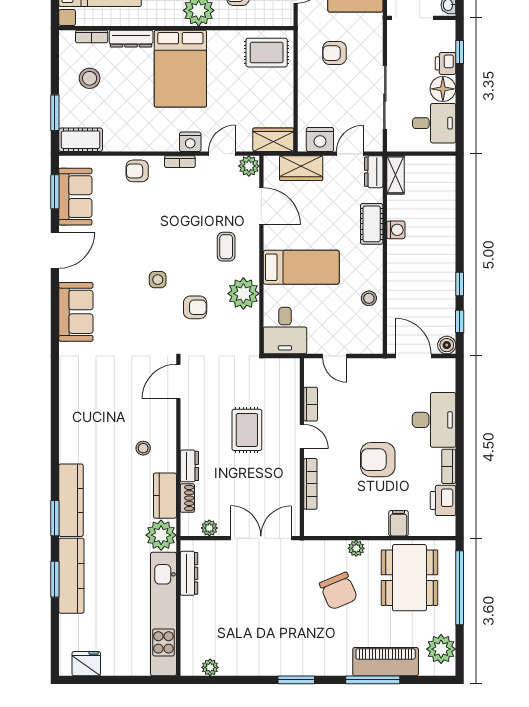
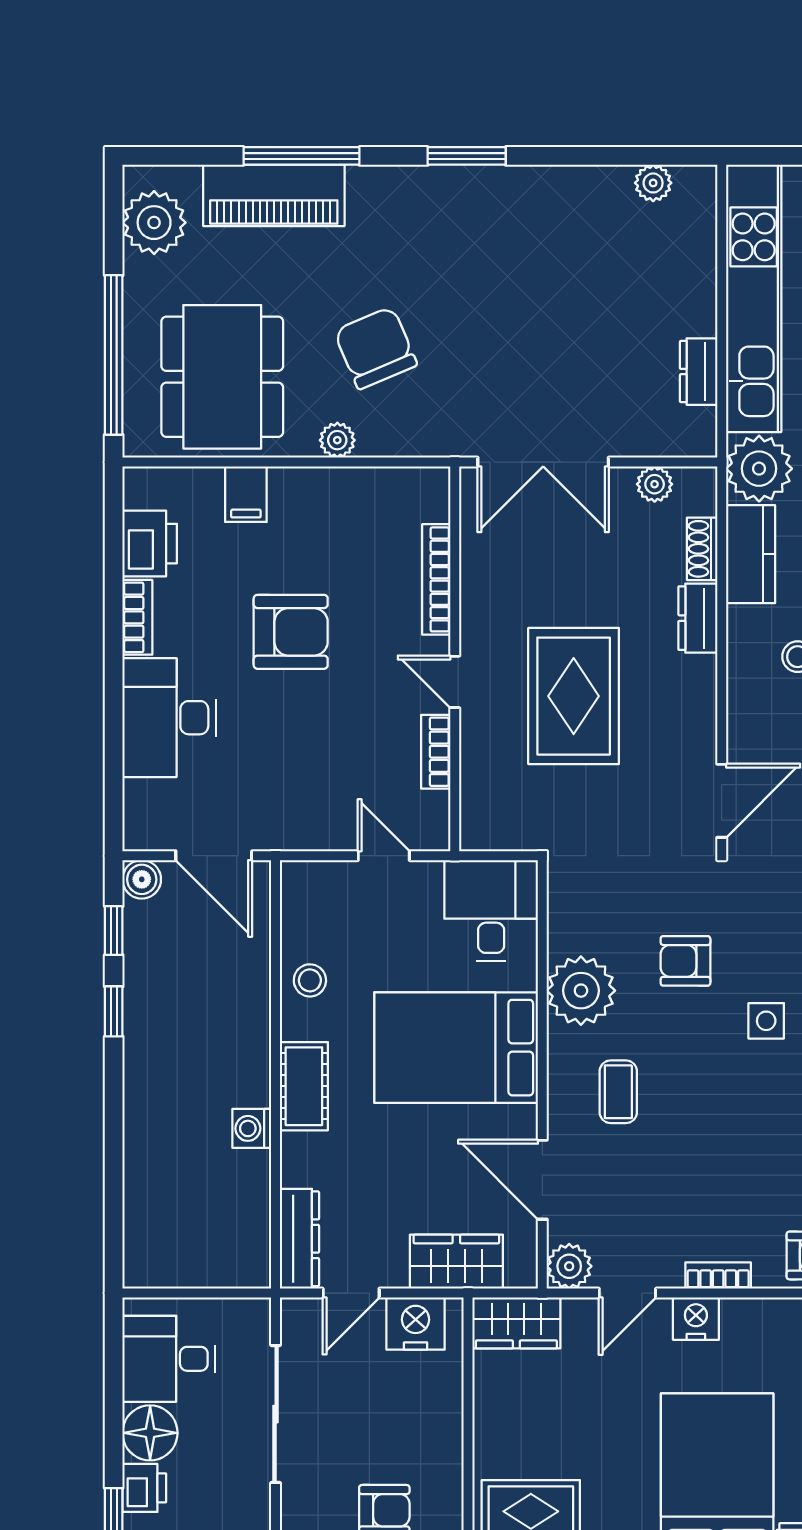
dresser: (374, 172) -> (299, 1239), width x1.44
shelving: (395, 175) -> (252, 1247), removed
cot: (372, 224) -> (304, 1086), moved
bed: (301, 267) -> (456, 1048), width x1.50
rug: (247, 430) -> (574, 696), width x1.36, depth x1.43
dresser: (189, 573) -> (699, 372), width x0.70

